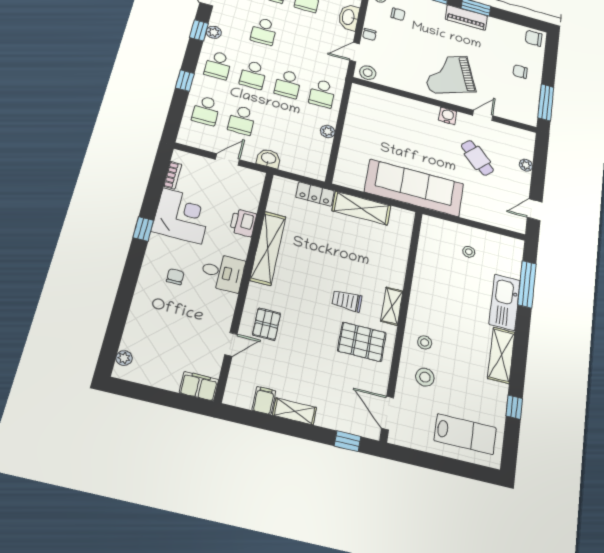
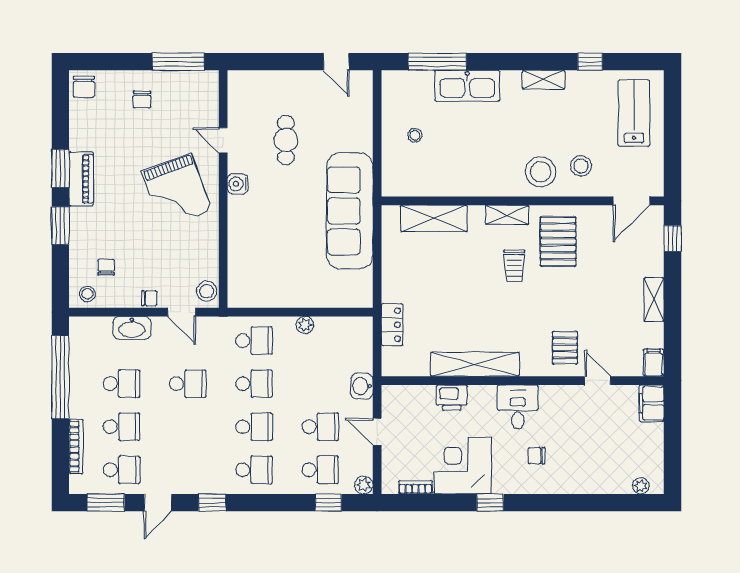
school desk: (264, 31) -> (188, 384), moved
plant: (214, 32) -> (364, 485), moved
window: (185, 81) -> (328, 503), moved
cafe table: (477, 158) -> (286, 140), turned -45
plant: (526, 165) -> (278, 79), removed
shelving: (361, 208) -> (434, 218), moved, turned 90
pallet: (267, 324) -> (565, 348), turned 90
stool: (425, 342) -> (541, 172), width x1.89, depth x1.89
shelving: (501, 355) -> (544, 80), width x0.67, depth x0.75
filing cabinet: (264, 400) -> (654, 363), moved, turned 90

